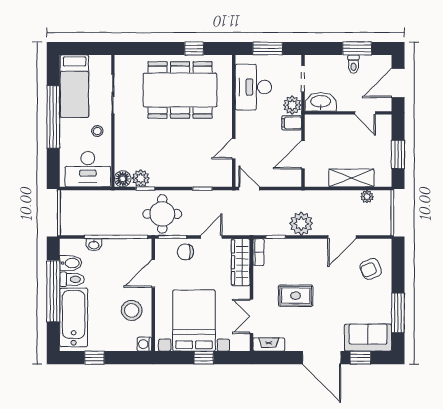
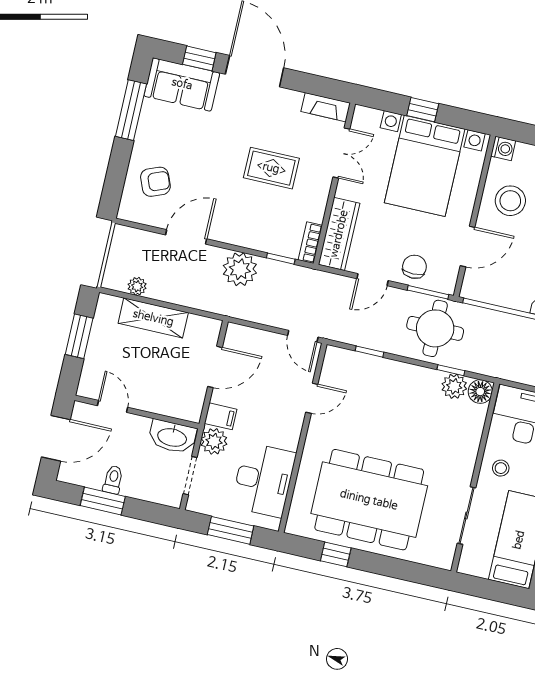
chair: (185, 252) -> (414, 267), turned -89

